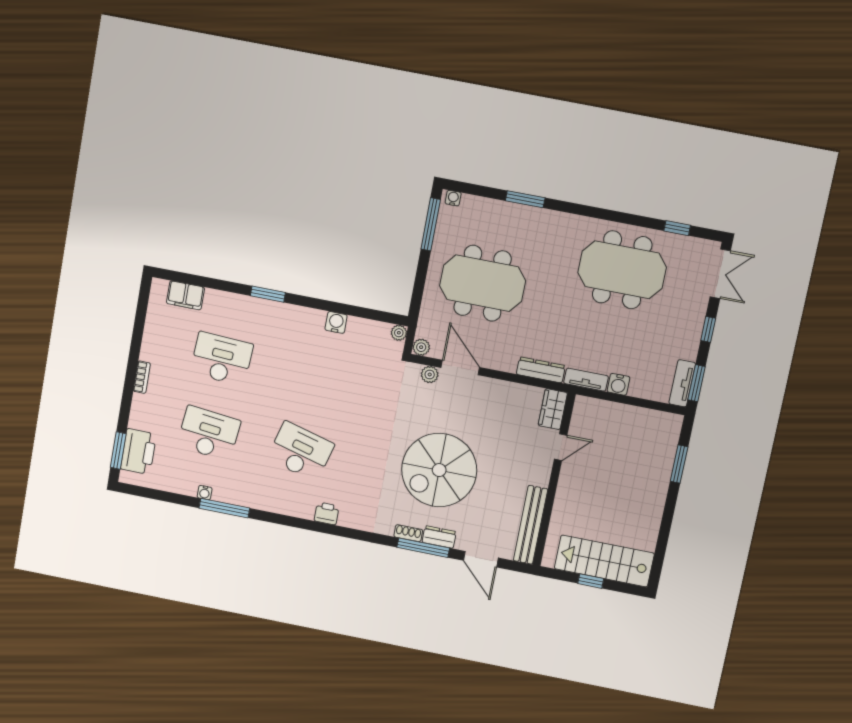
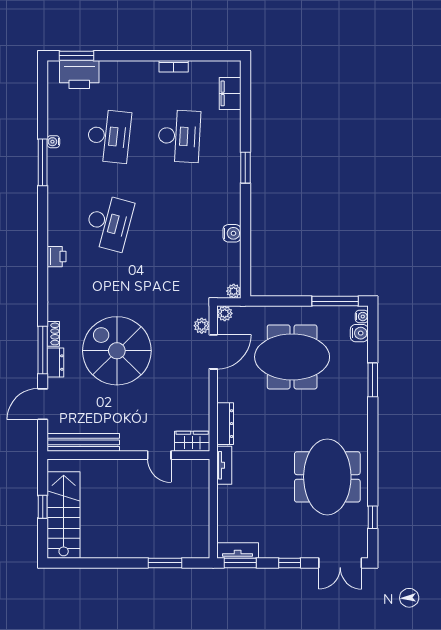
meeting table: (483, 283) -> (292, 357), turned 90
bookcase: (142, 377) -> (174, 66), moved
water cooler: (618, 384) -> (359, 333), moved, turned 180

